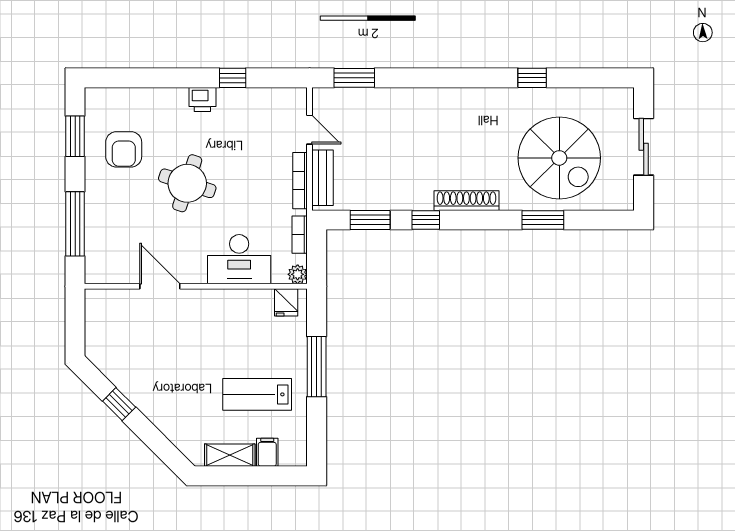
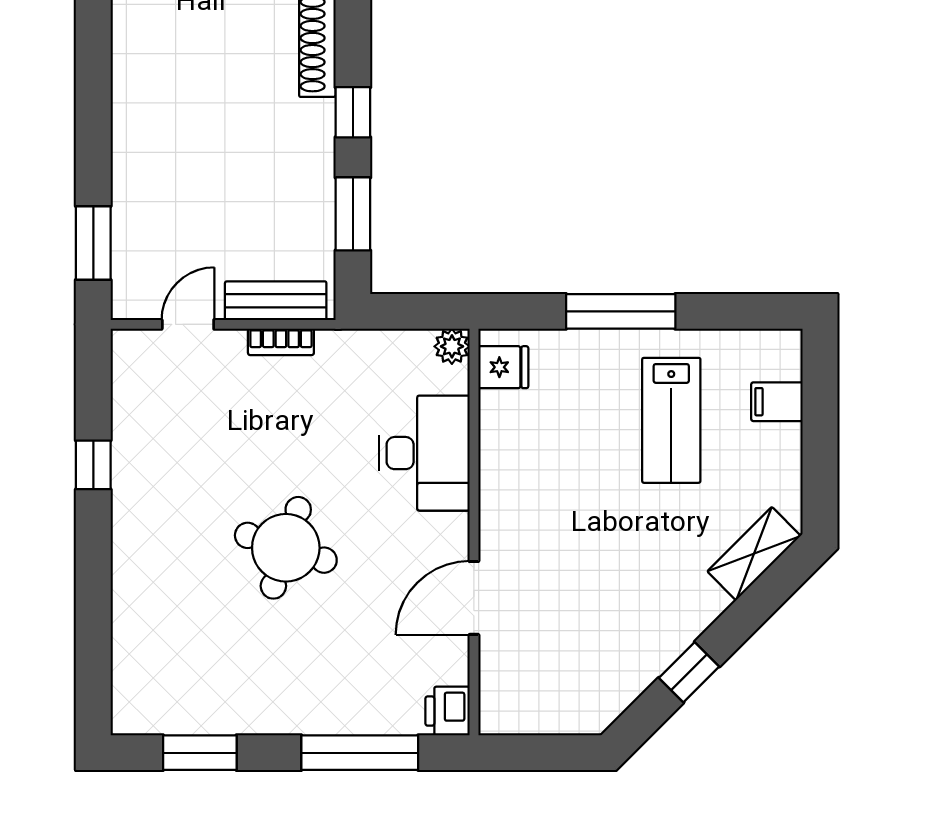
printer: (202, 99) -> (448, 711), moved, turned 180
armchair: (124, 149) -> (224, 664), removed
bookcase: (300, 181) -> (281, 342), width x0.64
bookcase: (300, 235) -> (380, 342), removed
shelving: (230, 455) -> (754, 554), moved, turned 45

